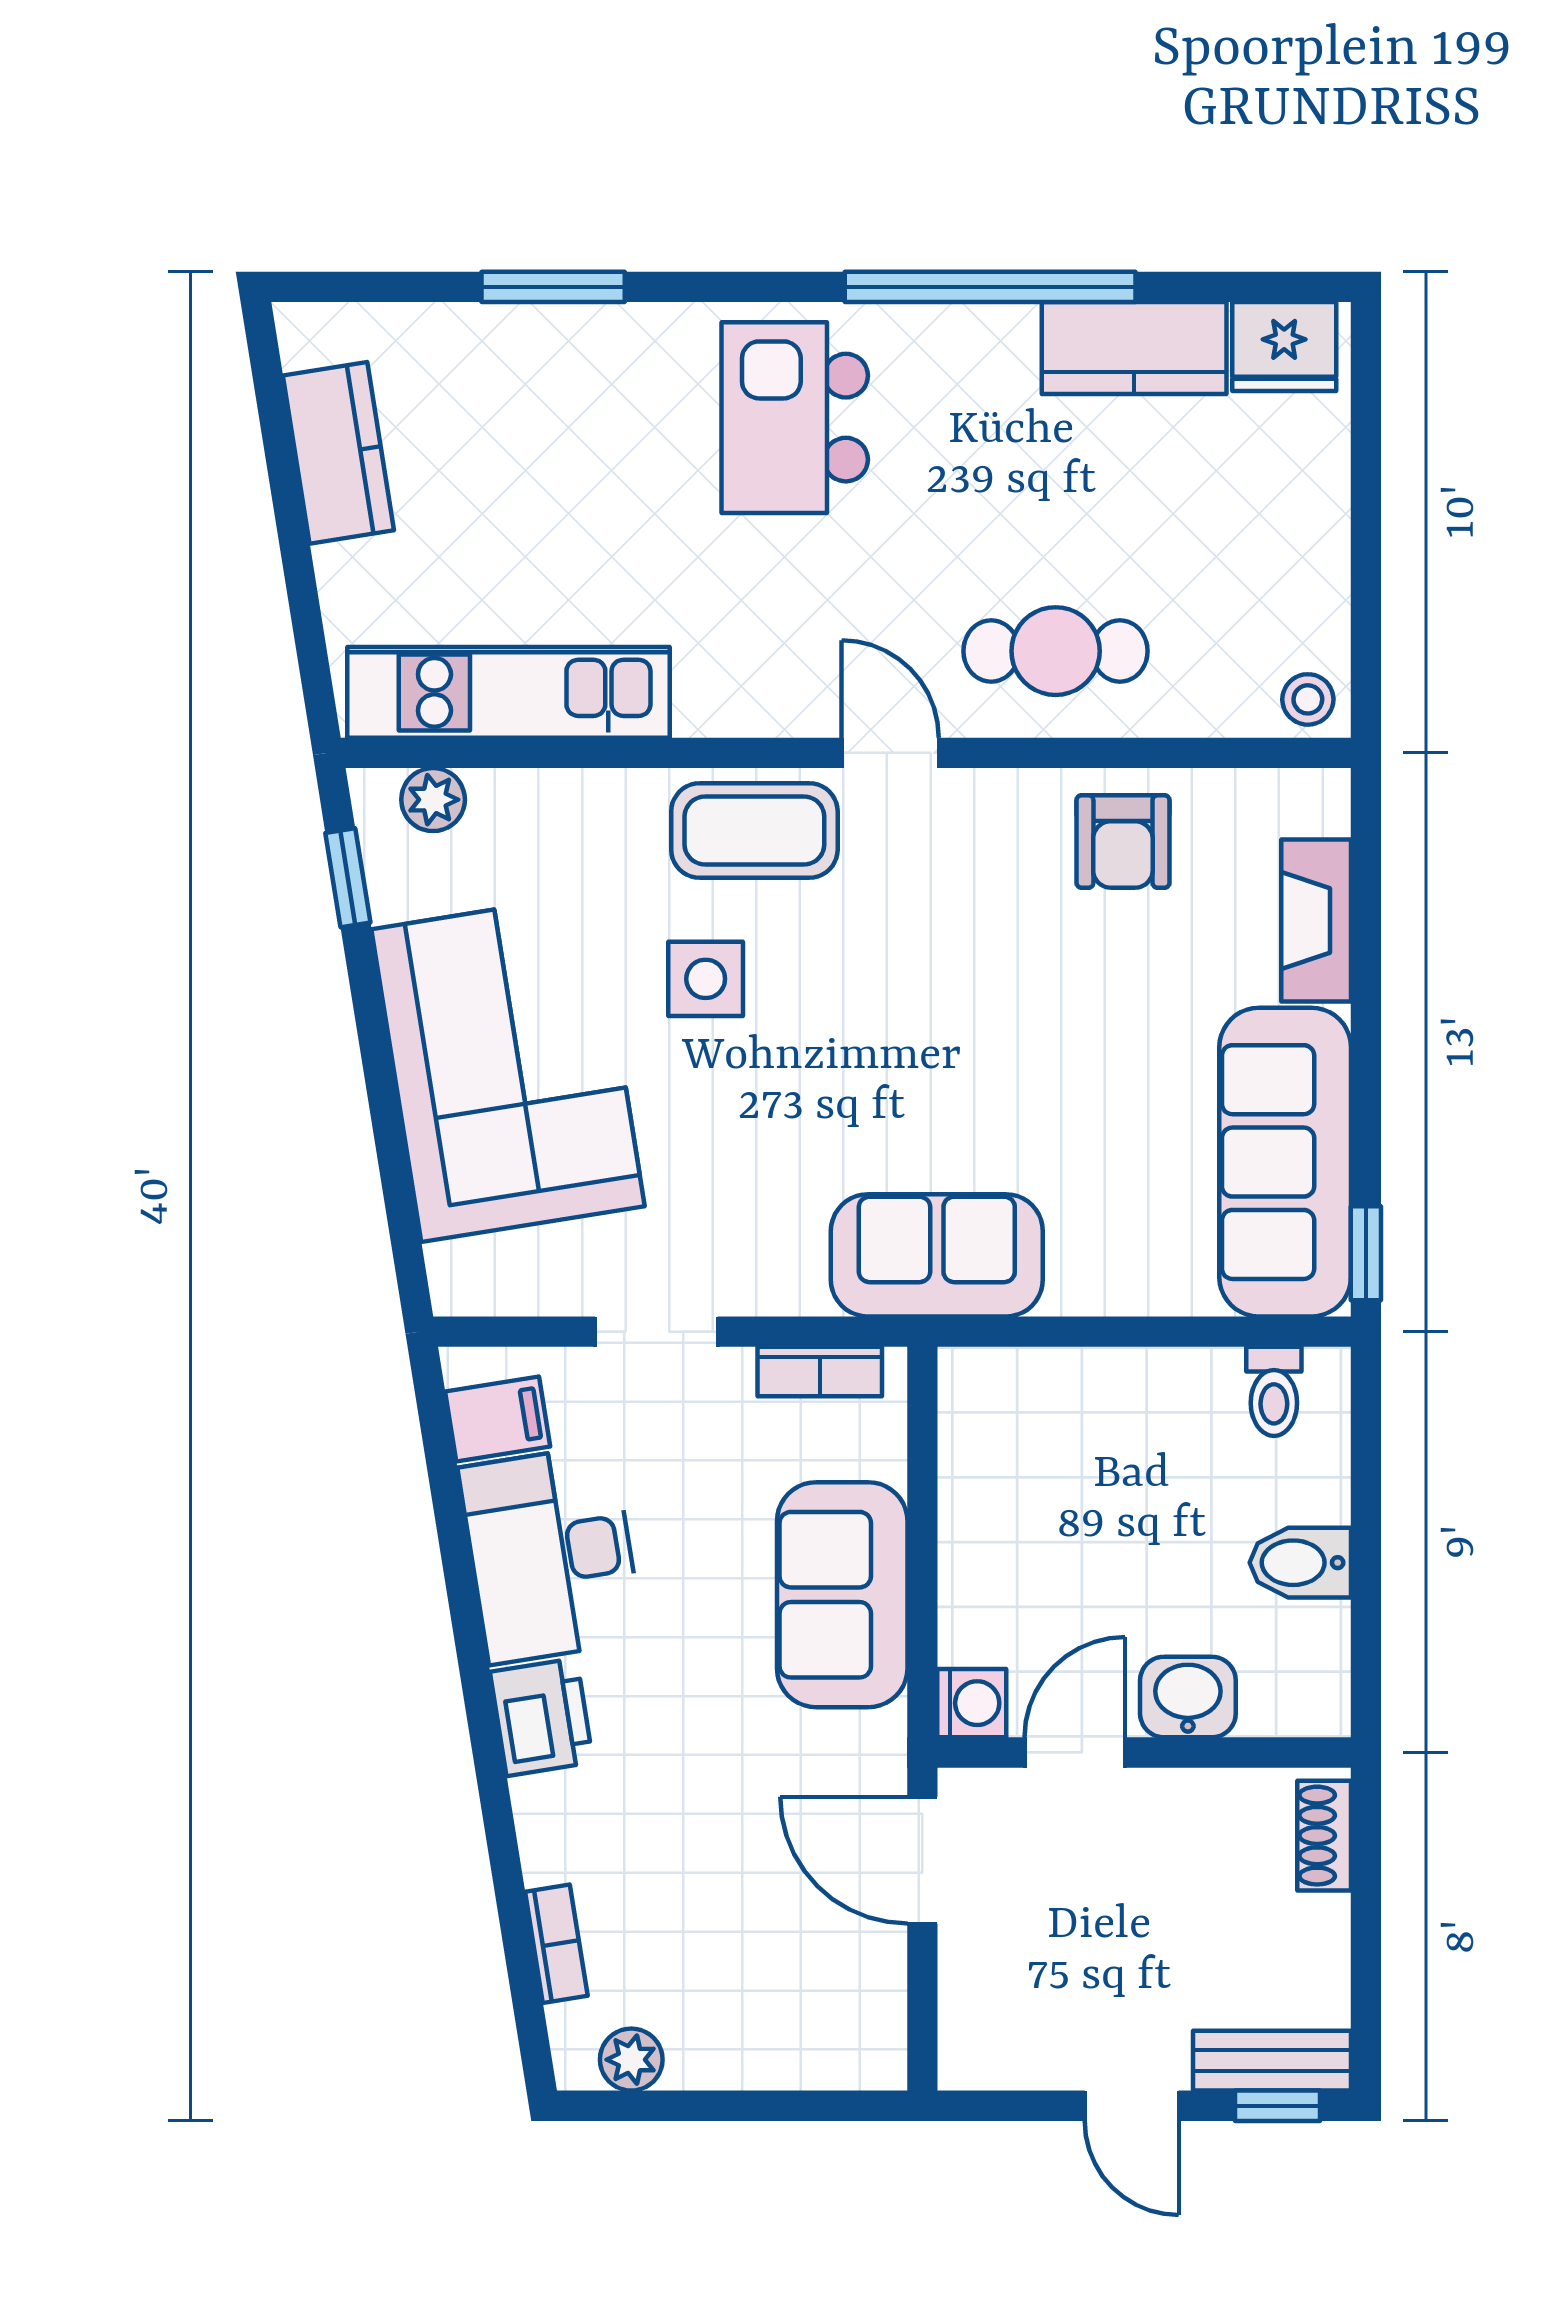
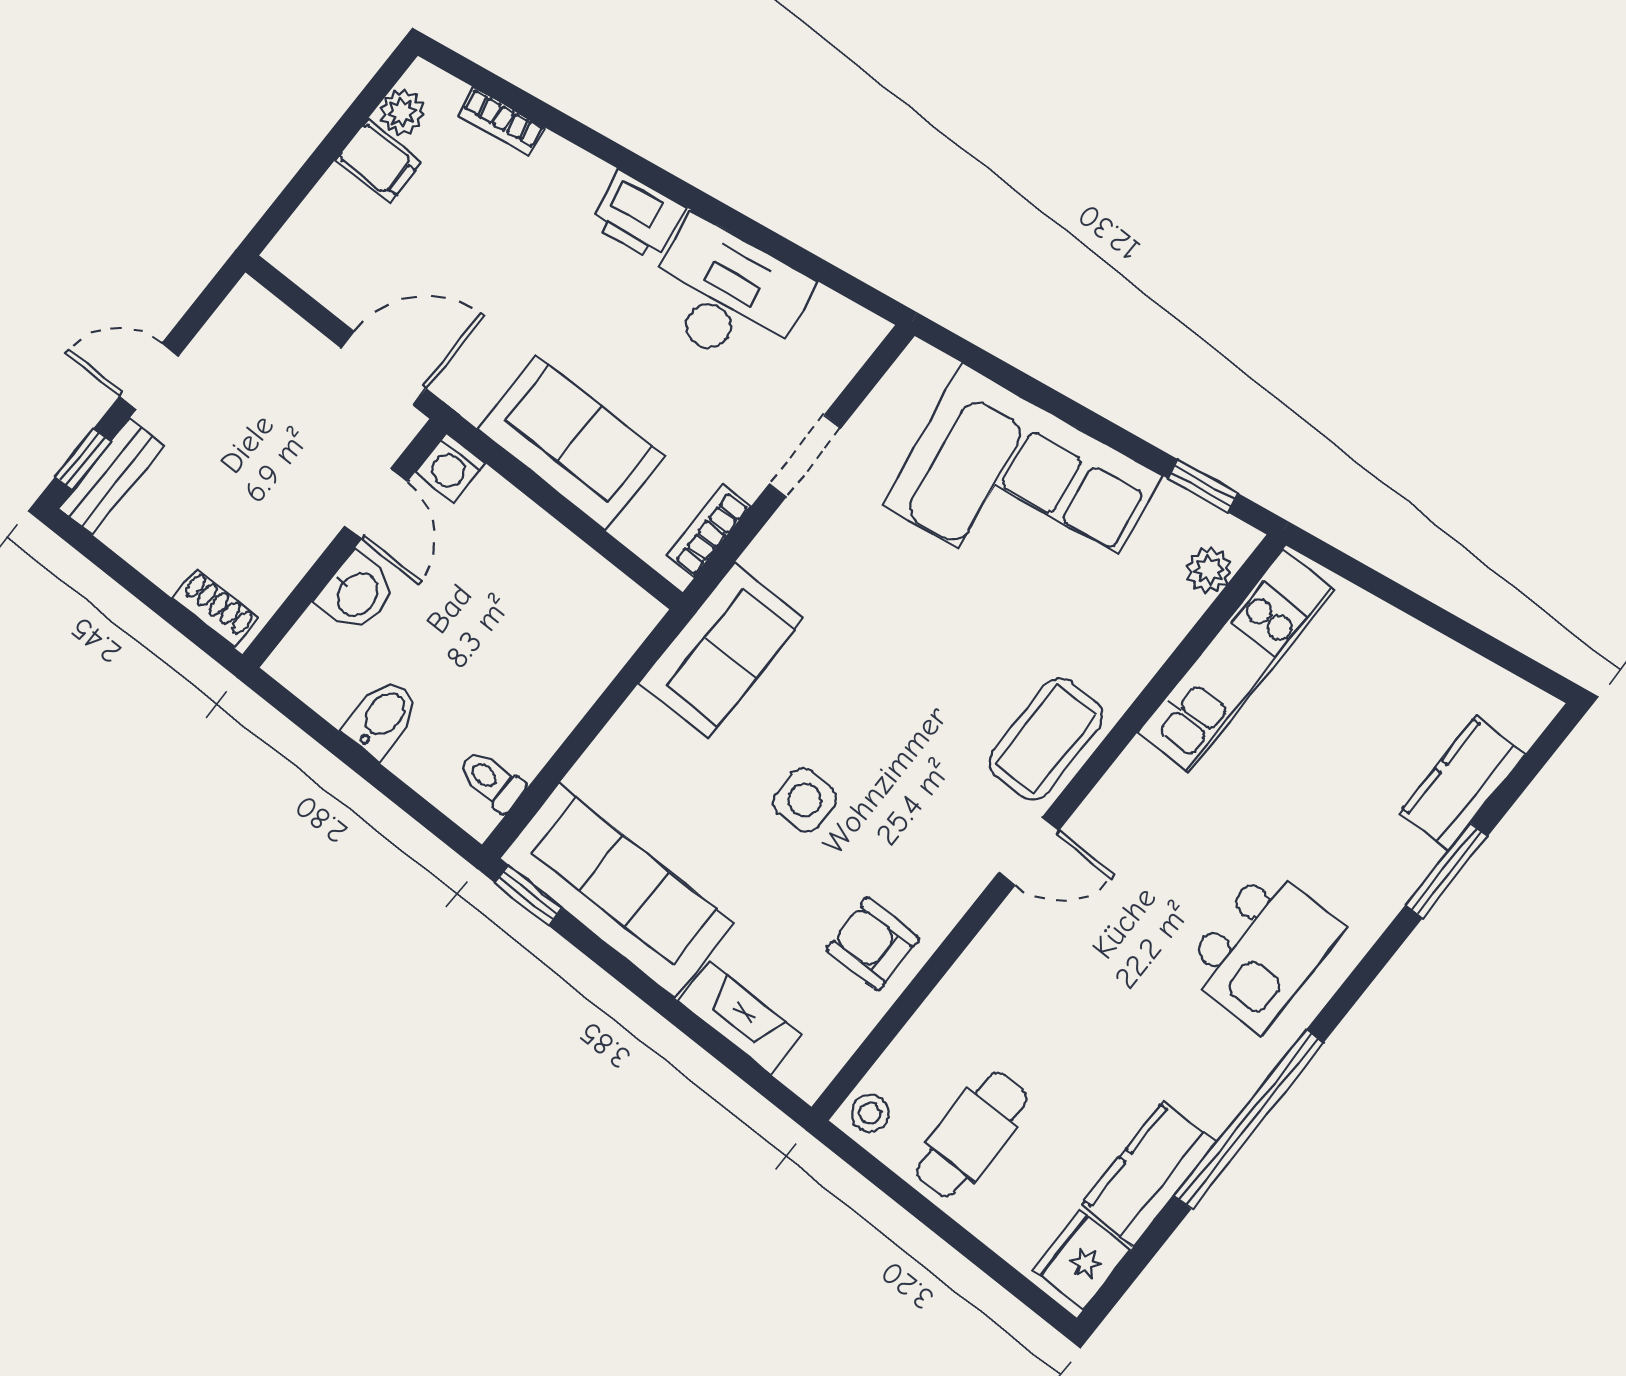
kitchen island: (795, 418) -> (1263, 949), turned 90
kitchen counter: (338, 453) -> (1462, 783), moved, turned 99
cafe table: (1056, 651) -> (972, 1135), moved
side table: (706, 979) -> (805, 800), moved
filing cabinet: (498, 1419) -> (378, 161), moved, turned -81

